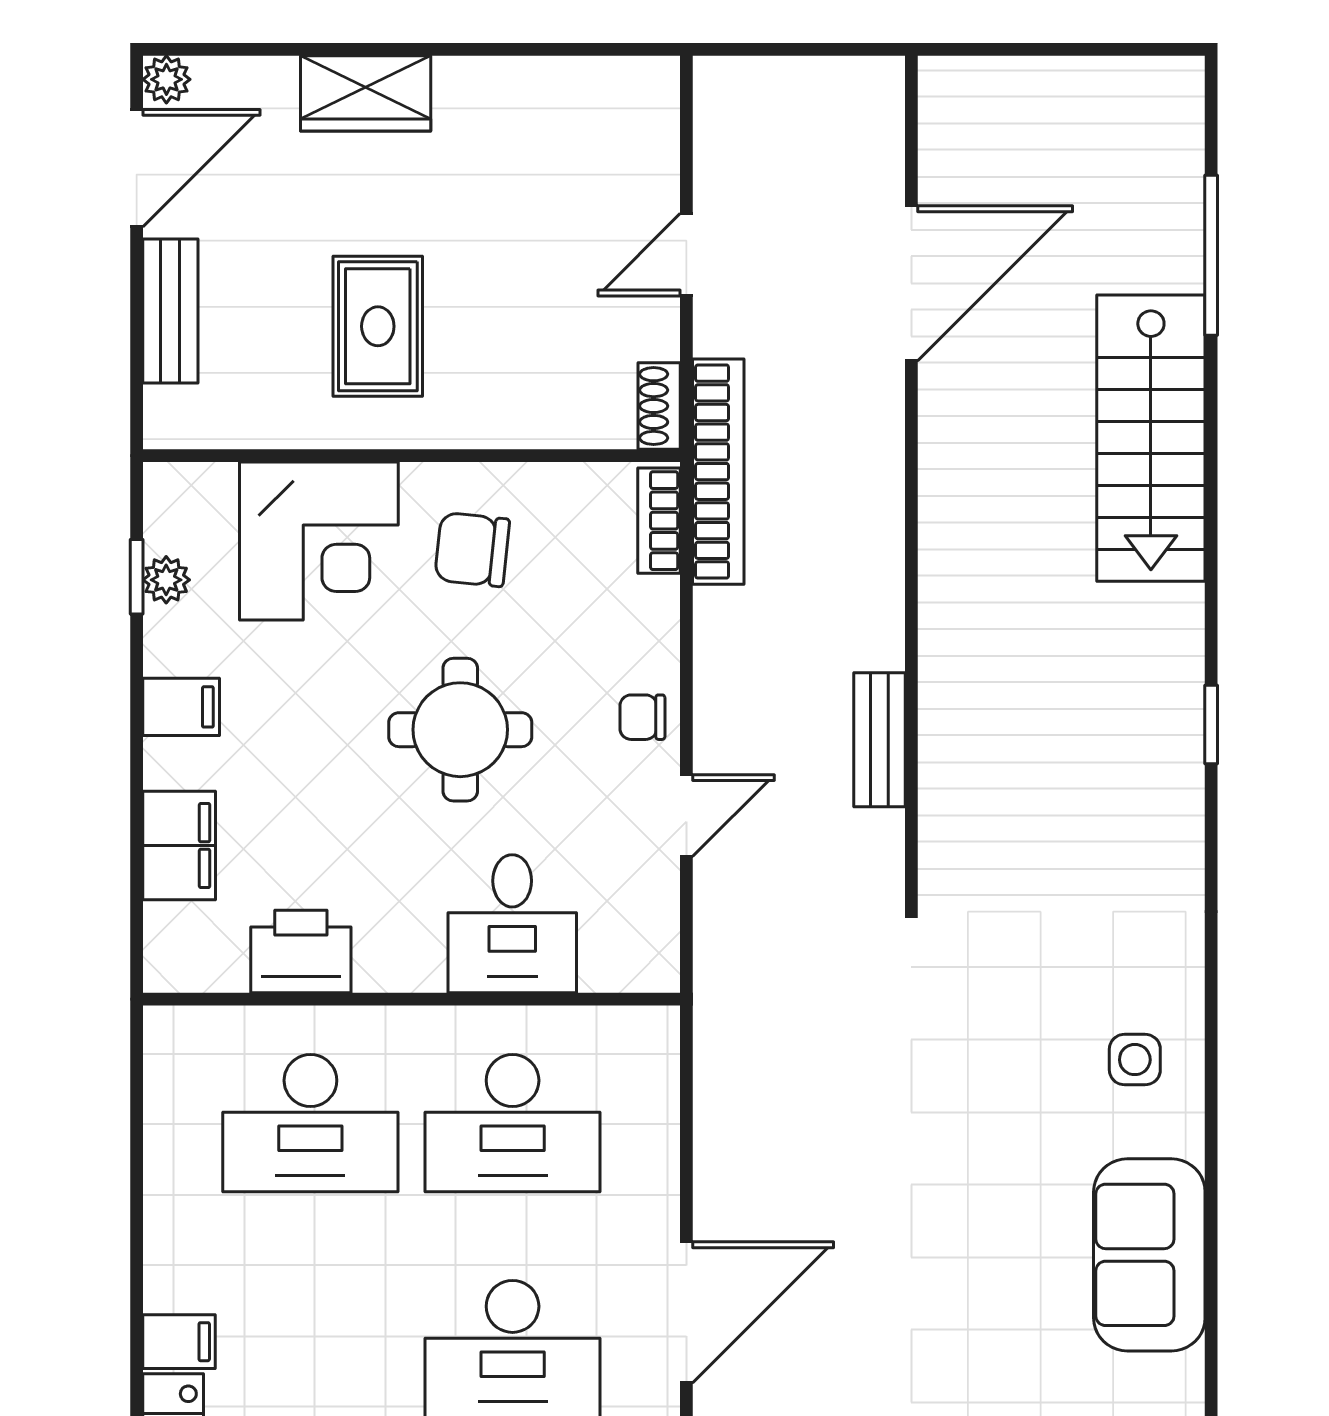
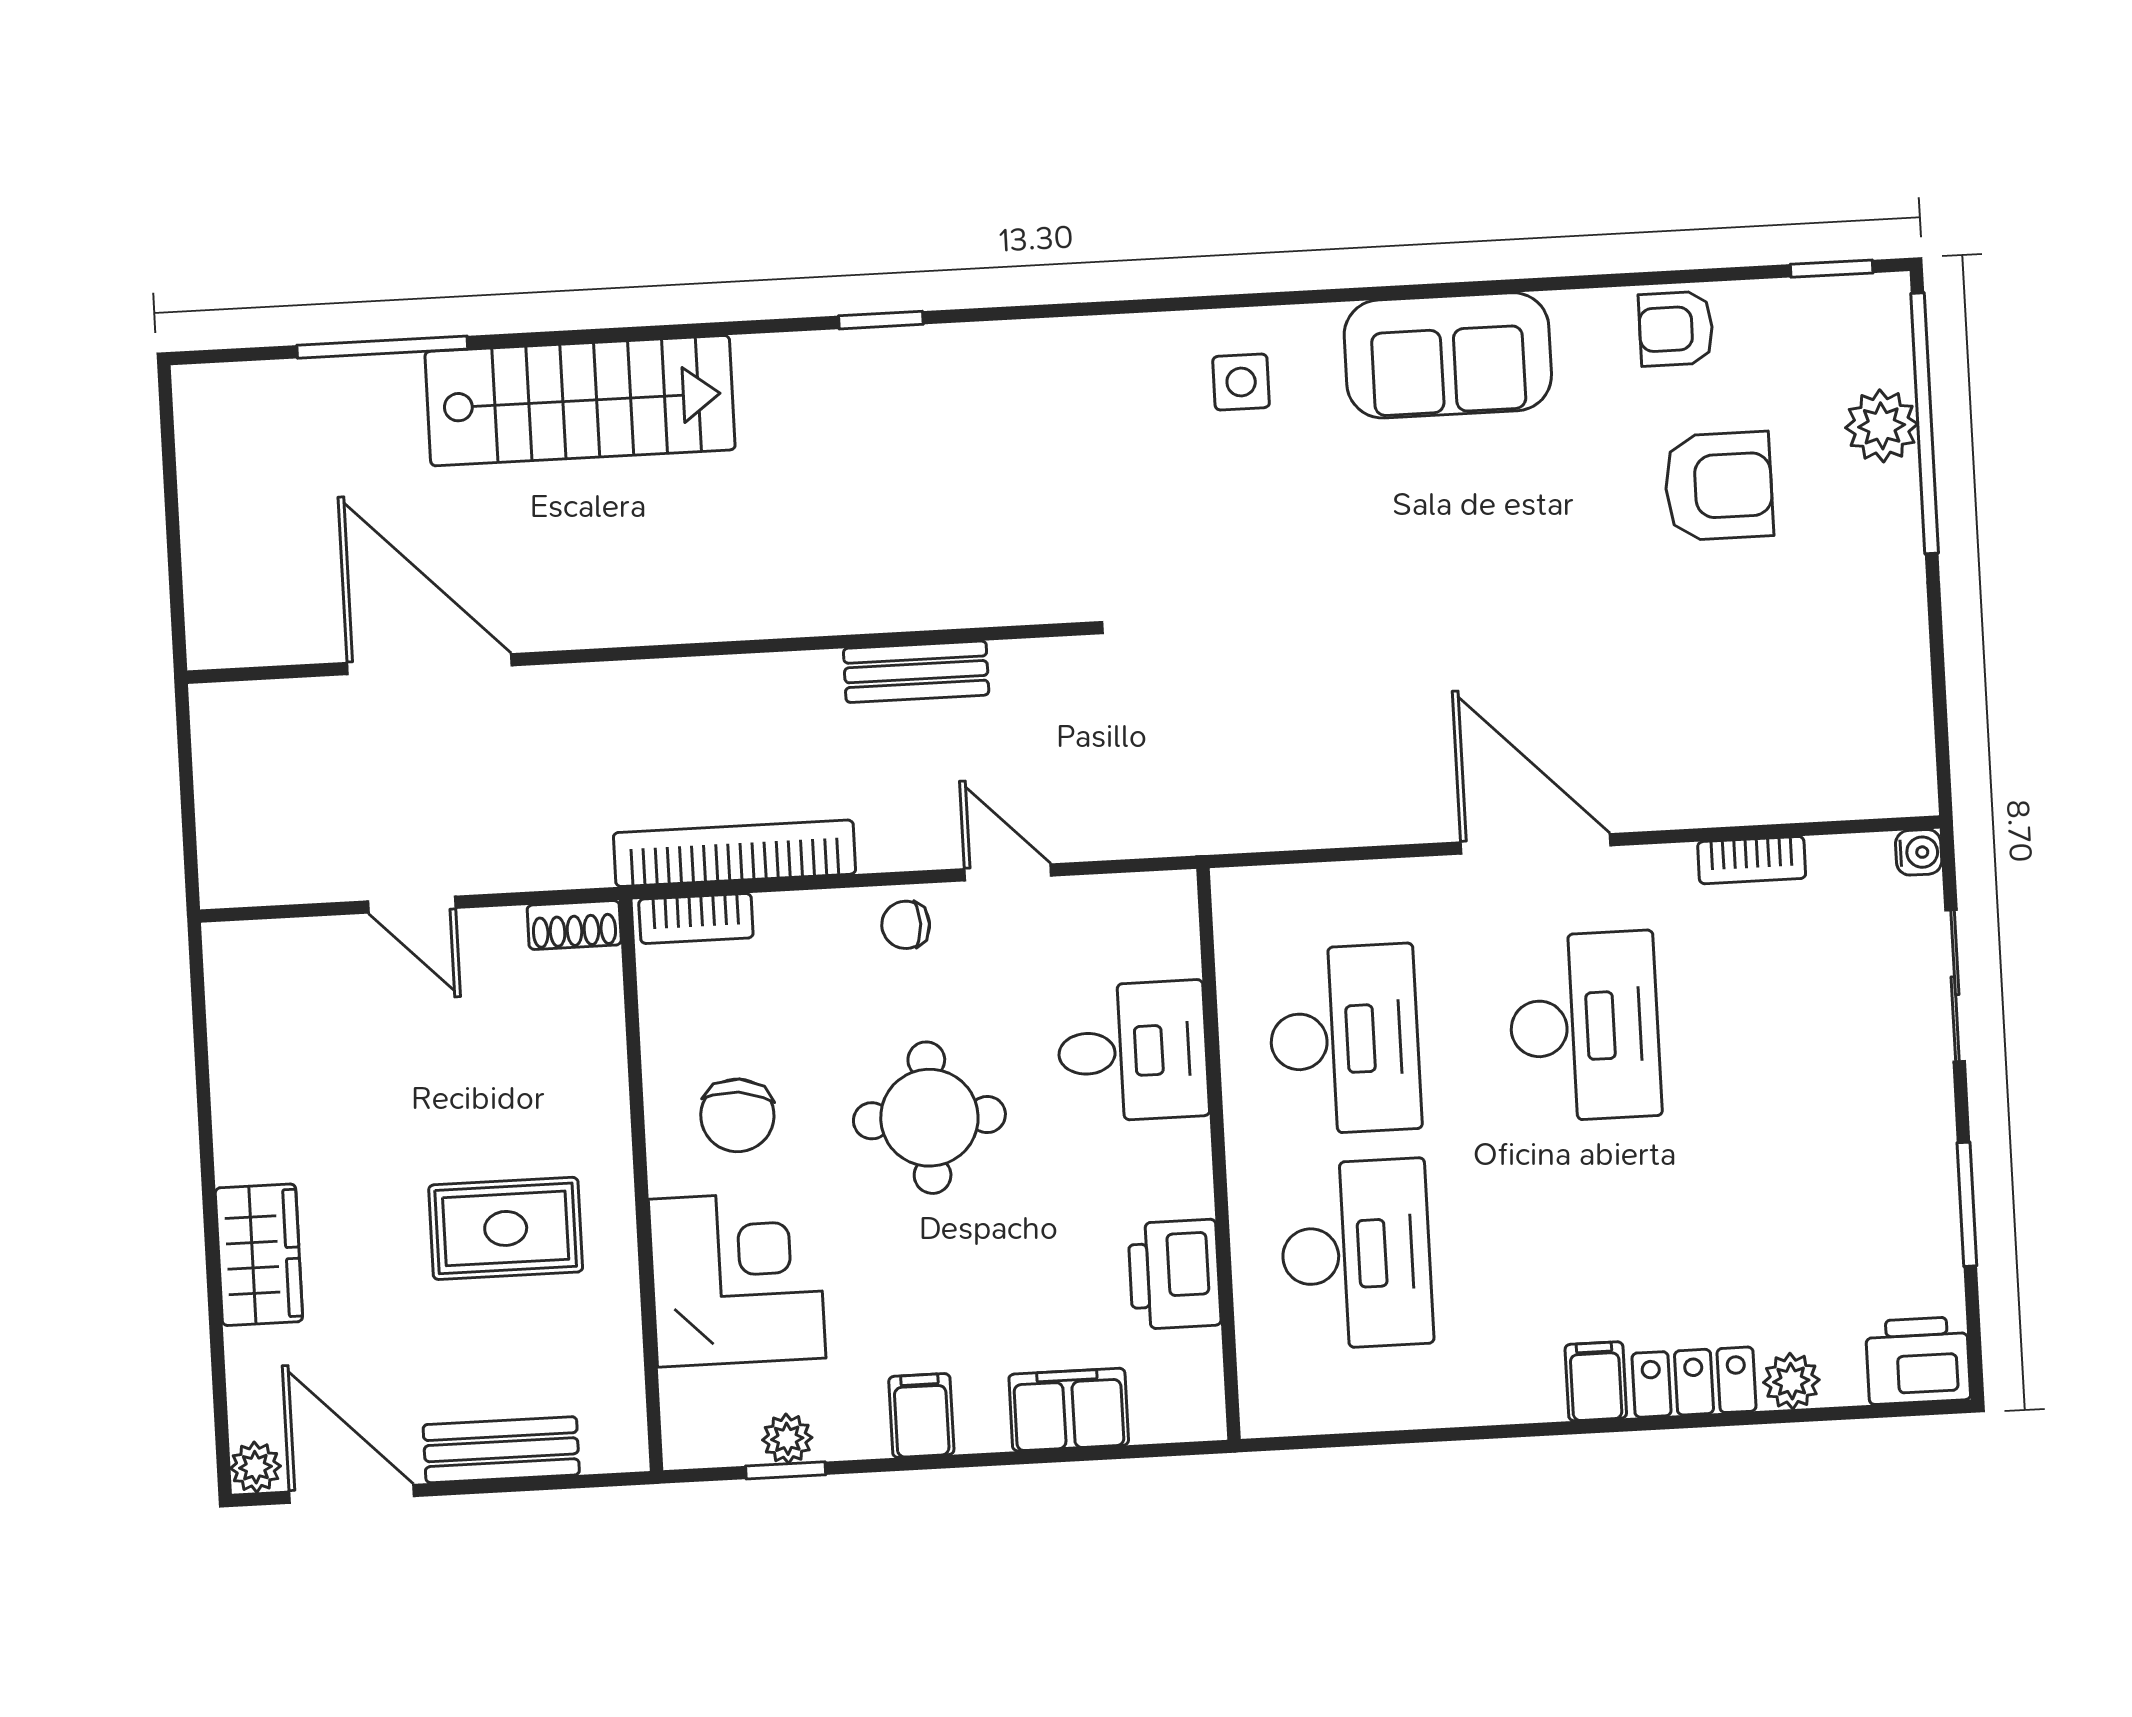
bookcase: (718, 472) -> (735, 853), moved
chair: (642, 717) -> (906, 925), turned 90

